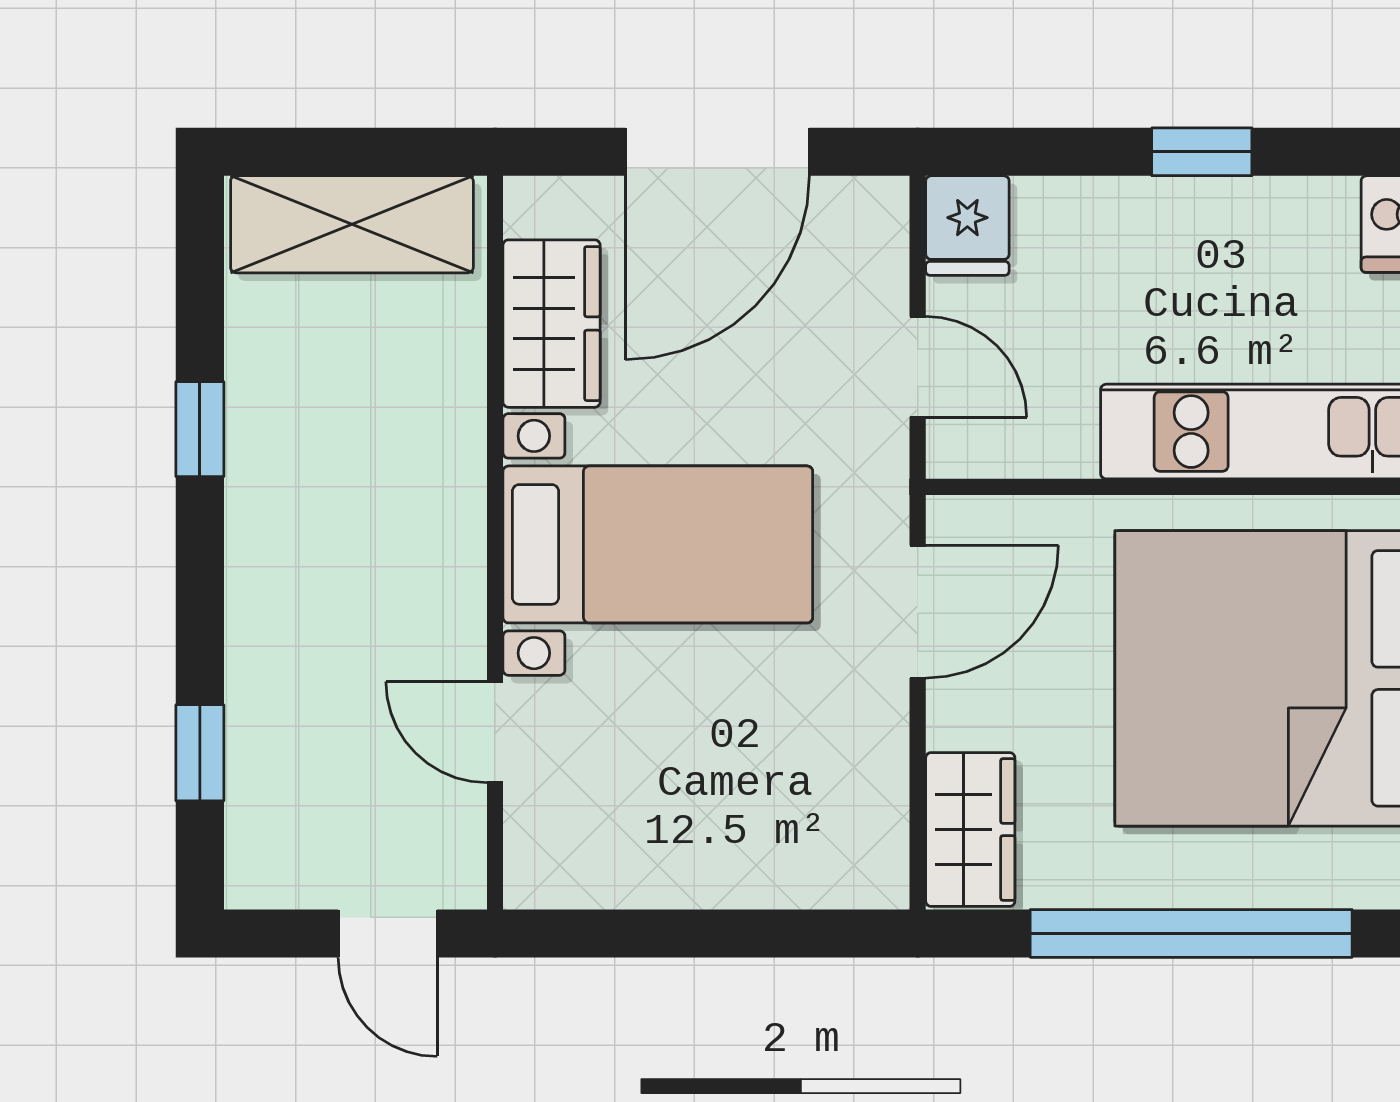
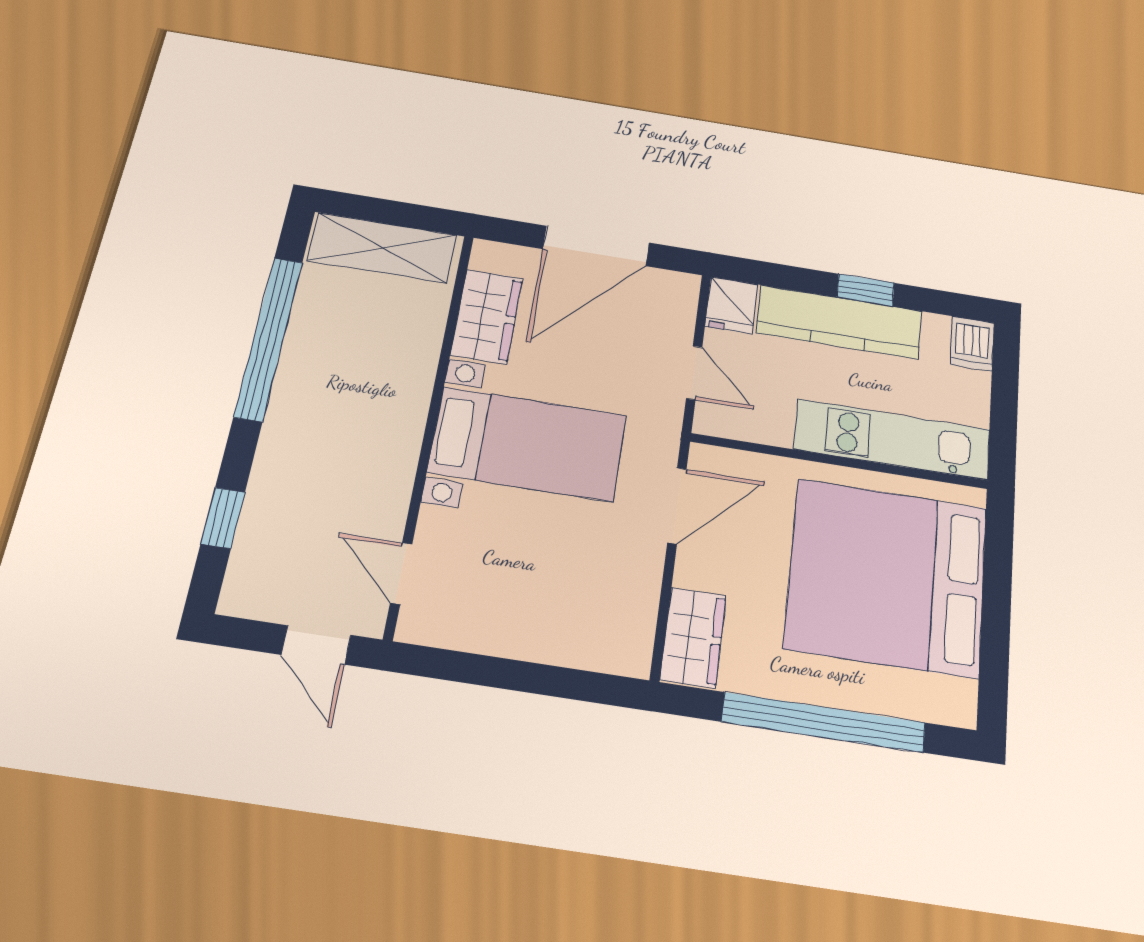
kitchen counter: (1160, 224) -> (839, 322), added
window: (200, 429) -> (269, 338), width x3.17
door: (495, 732) -> (401, 573), moved

